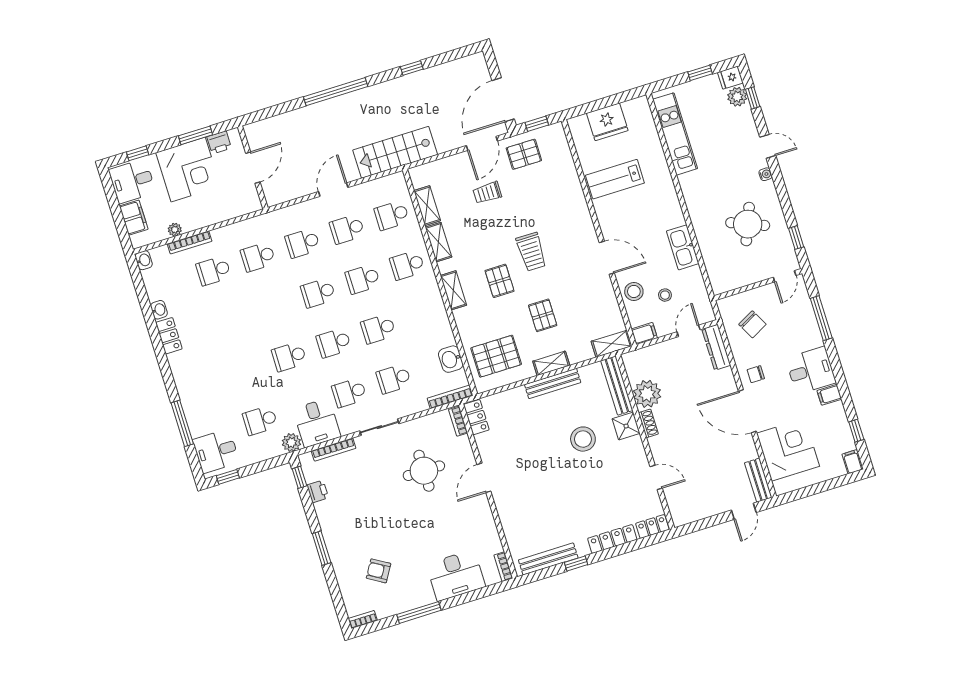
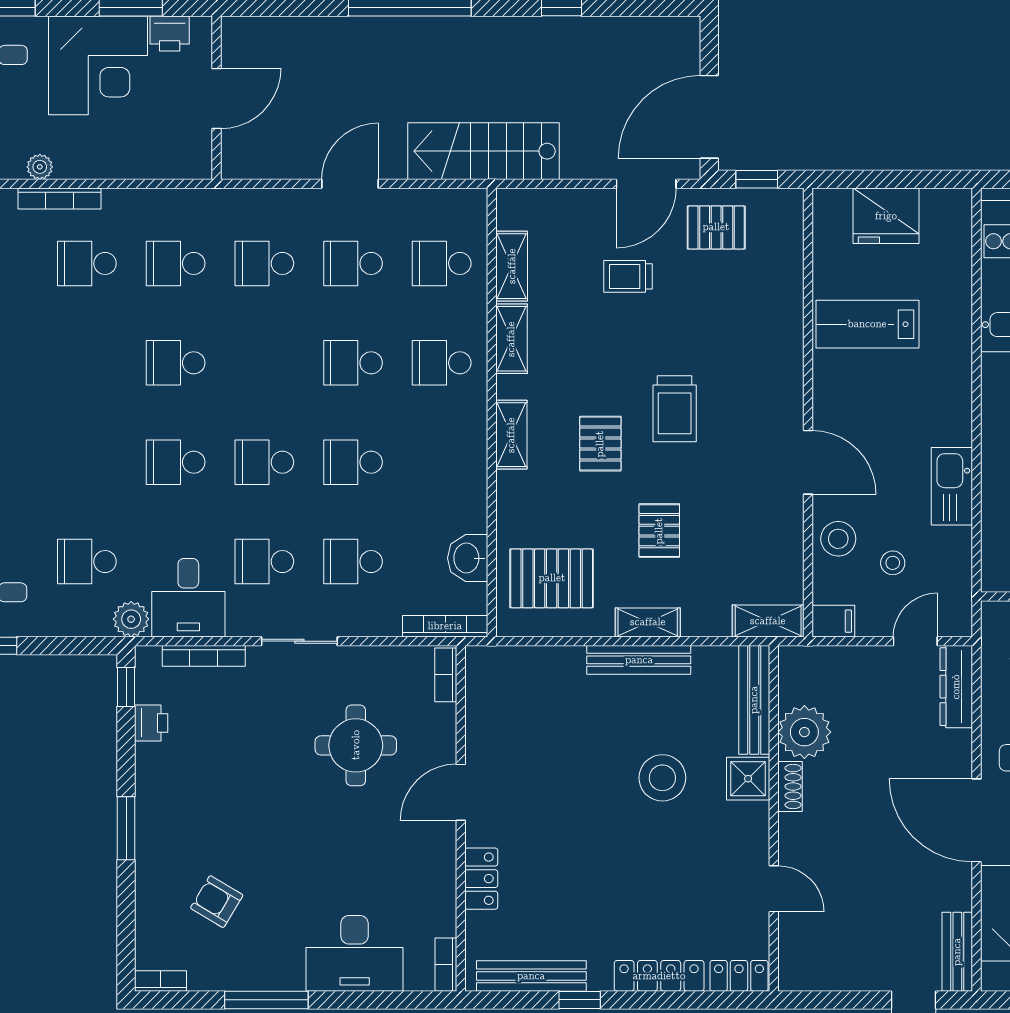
school desk: (318, 293) -> (176, 363), moved
locker: (476, 417) -> (481, 879), moved

